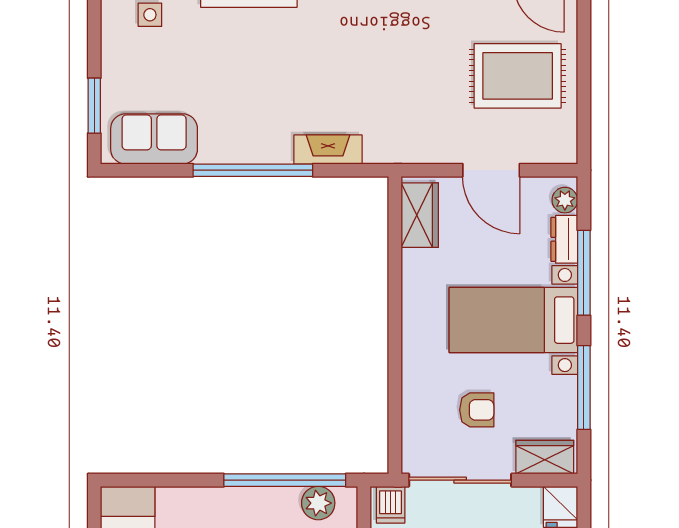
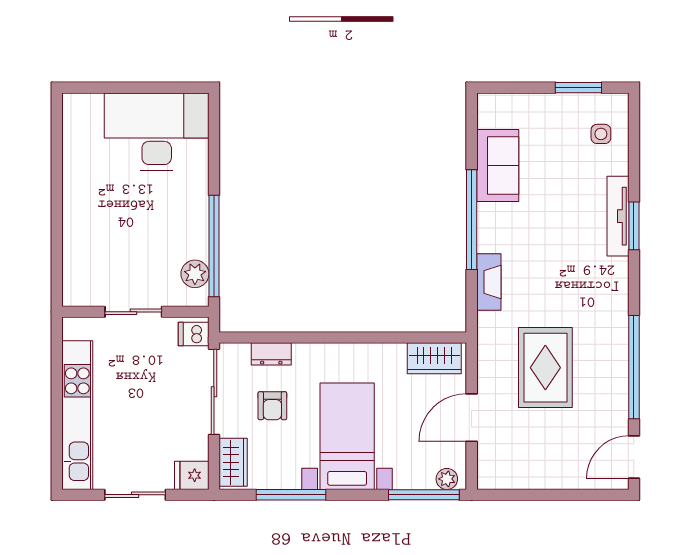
rug: (518, 76) -> (545, 368), moved
window: (94, 106) -> (578, 88), moved
sofa: (154, 139) -> (498, 165), moved
dresser: (564, 239) -> (271, 354), moved, turned 180
window: (584, 273) -> (424, 495), moved

